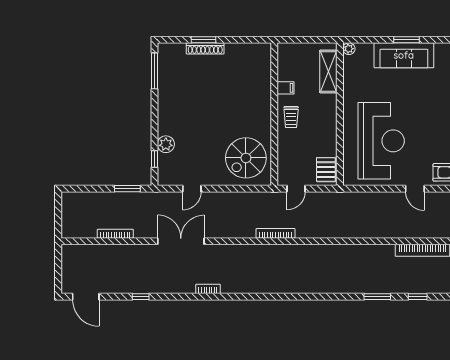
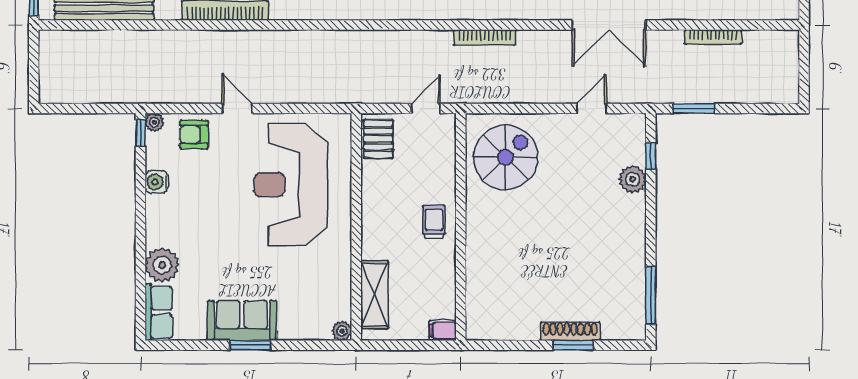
sofa: (404, 55) -> (242, 320), width x0.73
filing cabinet: (286, 88) -> (443, 330), moved
bookcase: (276, 233) -> (485, 38), moved

